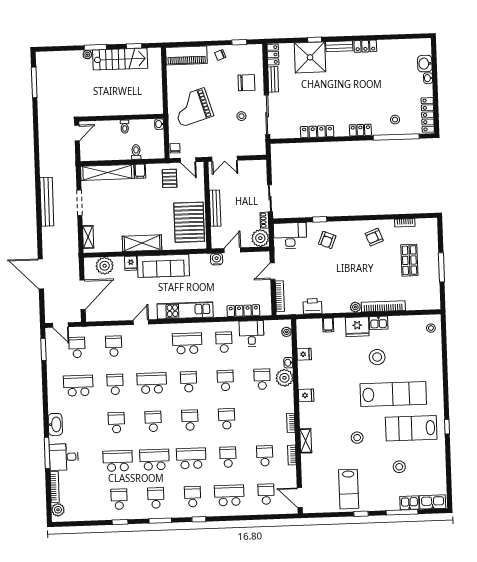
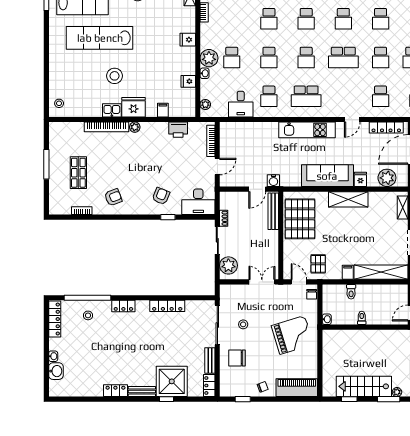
bench: (215, 208) -> (273, 211), moved
plant: (260, 238) -> (228, 265), moved
locker: (243, 311) -> (386, 128), moved

